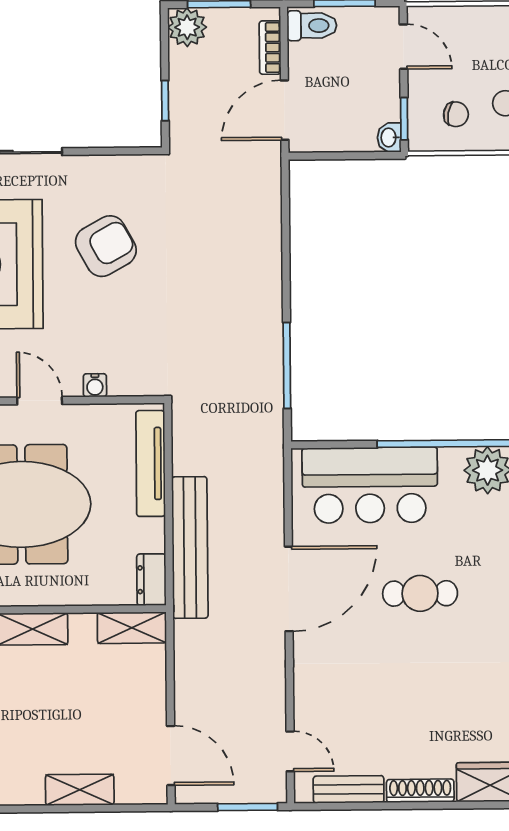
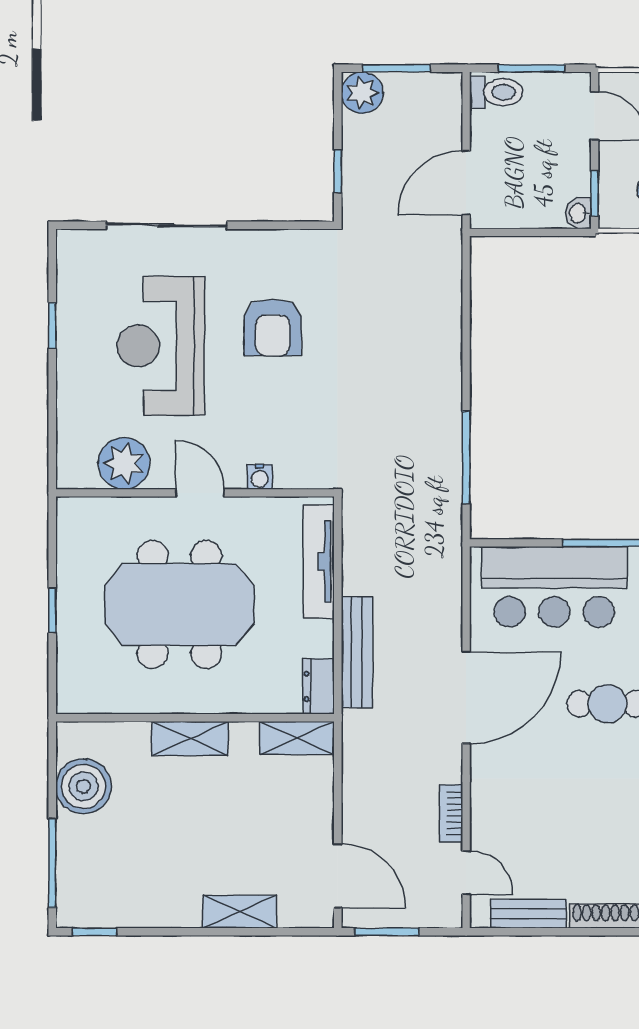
bookcase: (270, 48) -> (451, 813), moved
armchair: (106, 246) -> (273, 327), turned 119
bench: (190, 547) -> (357, 652), width x0.73, depth x0.82
window: (248, 807) -> (387, 932), moved

